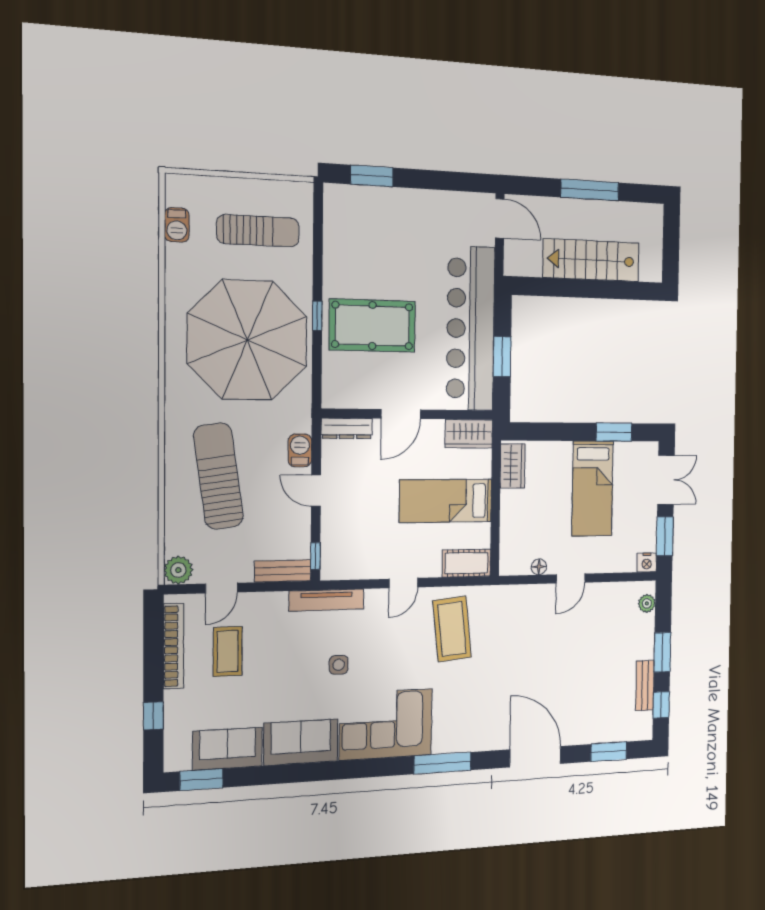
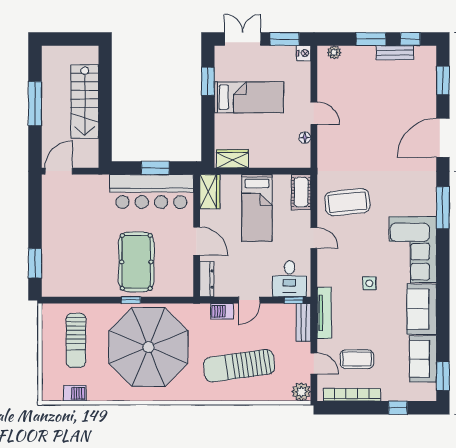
sun lounger: (258, 231) -> (76, 340), turned 180
bar counter: (471, 328) -> (151, 191), width x0.73
desk: (346, 549) -> (289, 279), added
tv unit: (327, 600) -> (324, 313), moved

